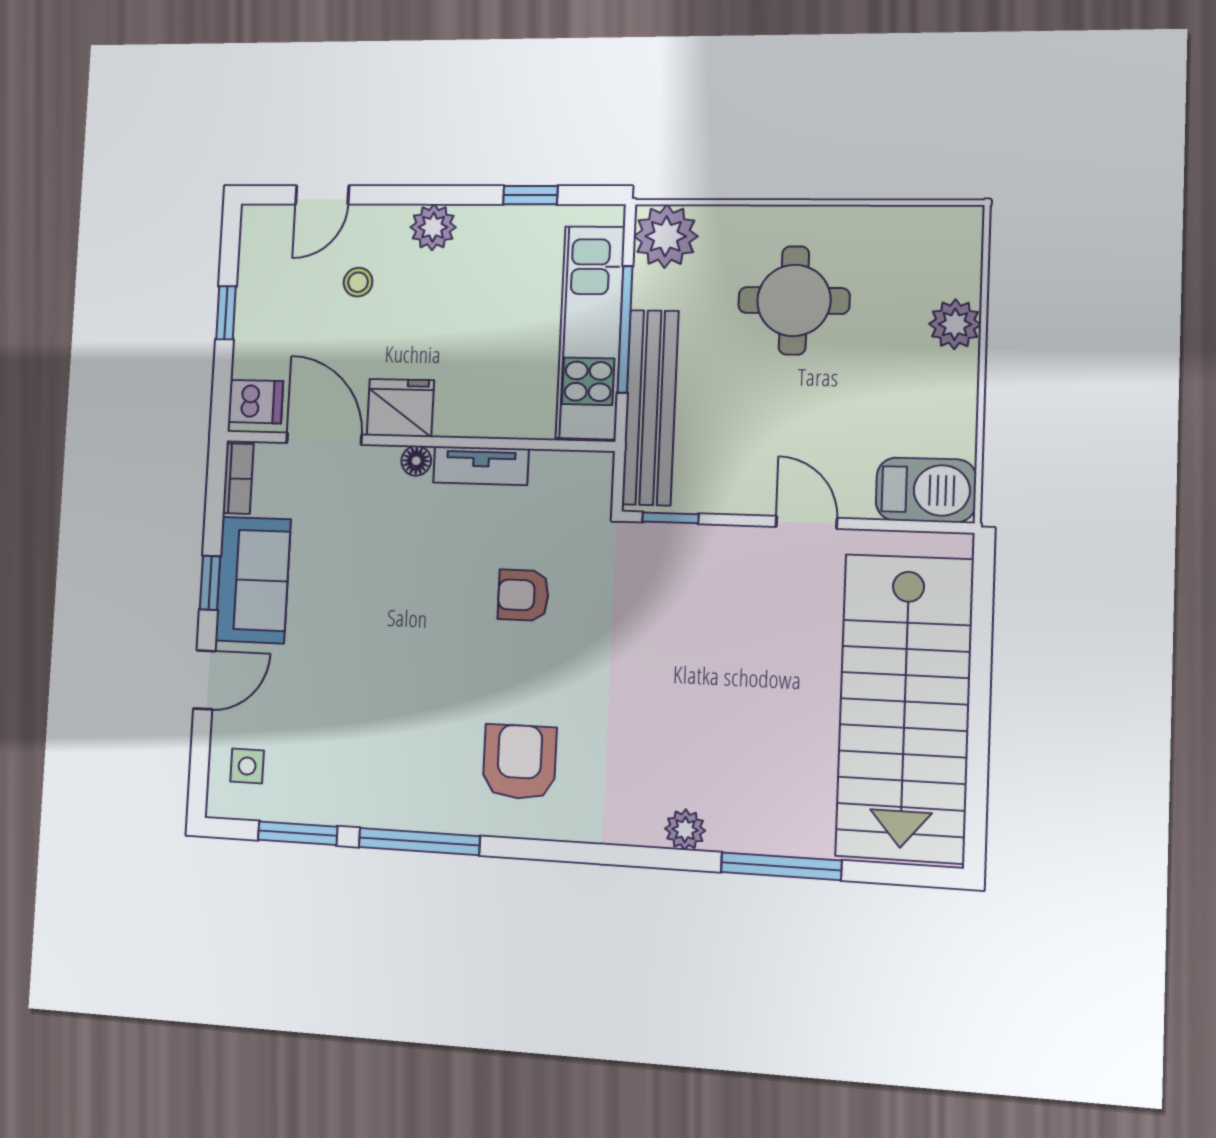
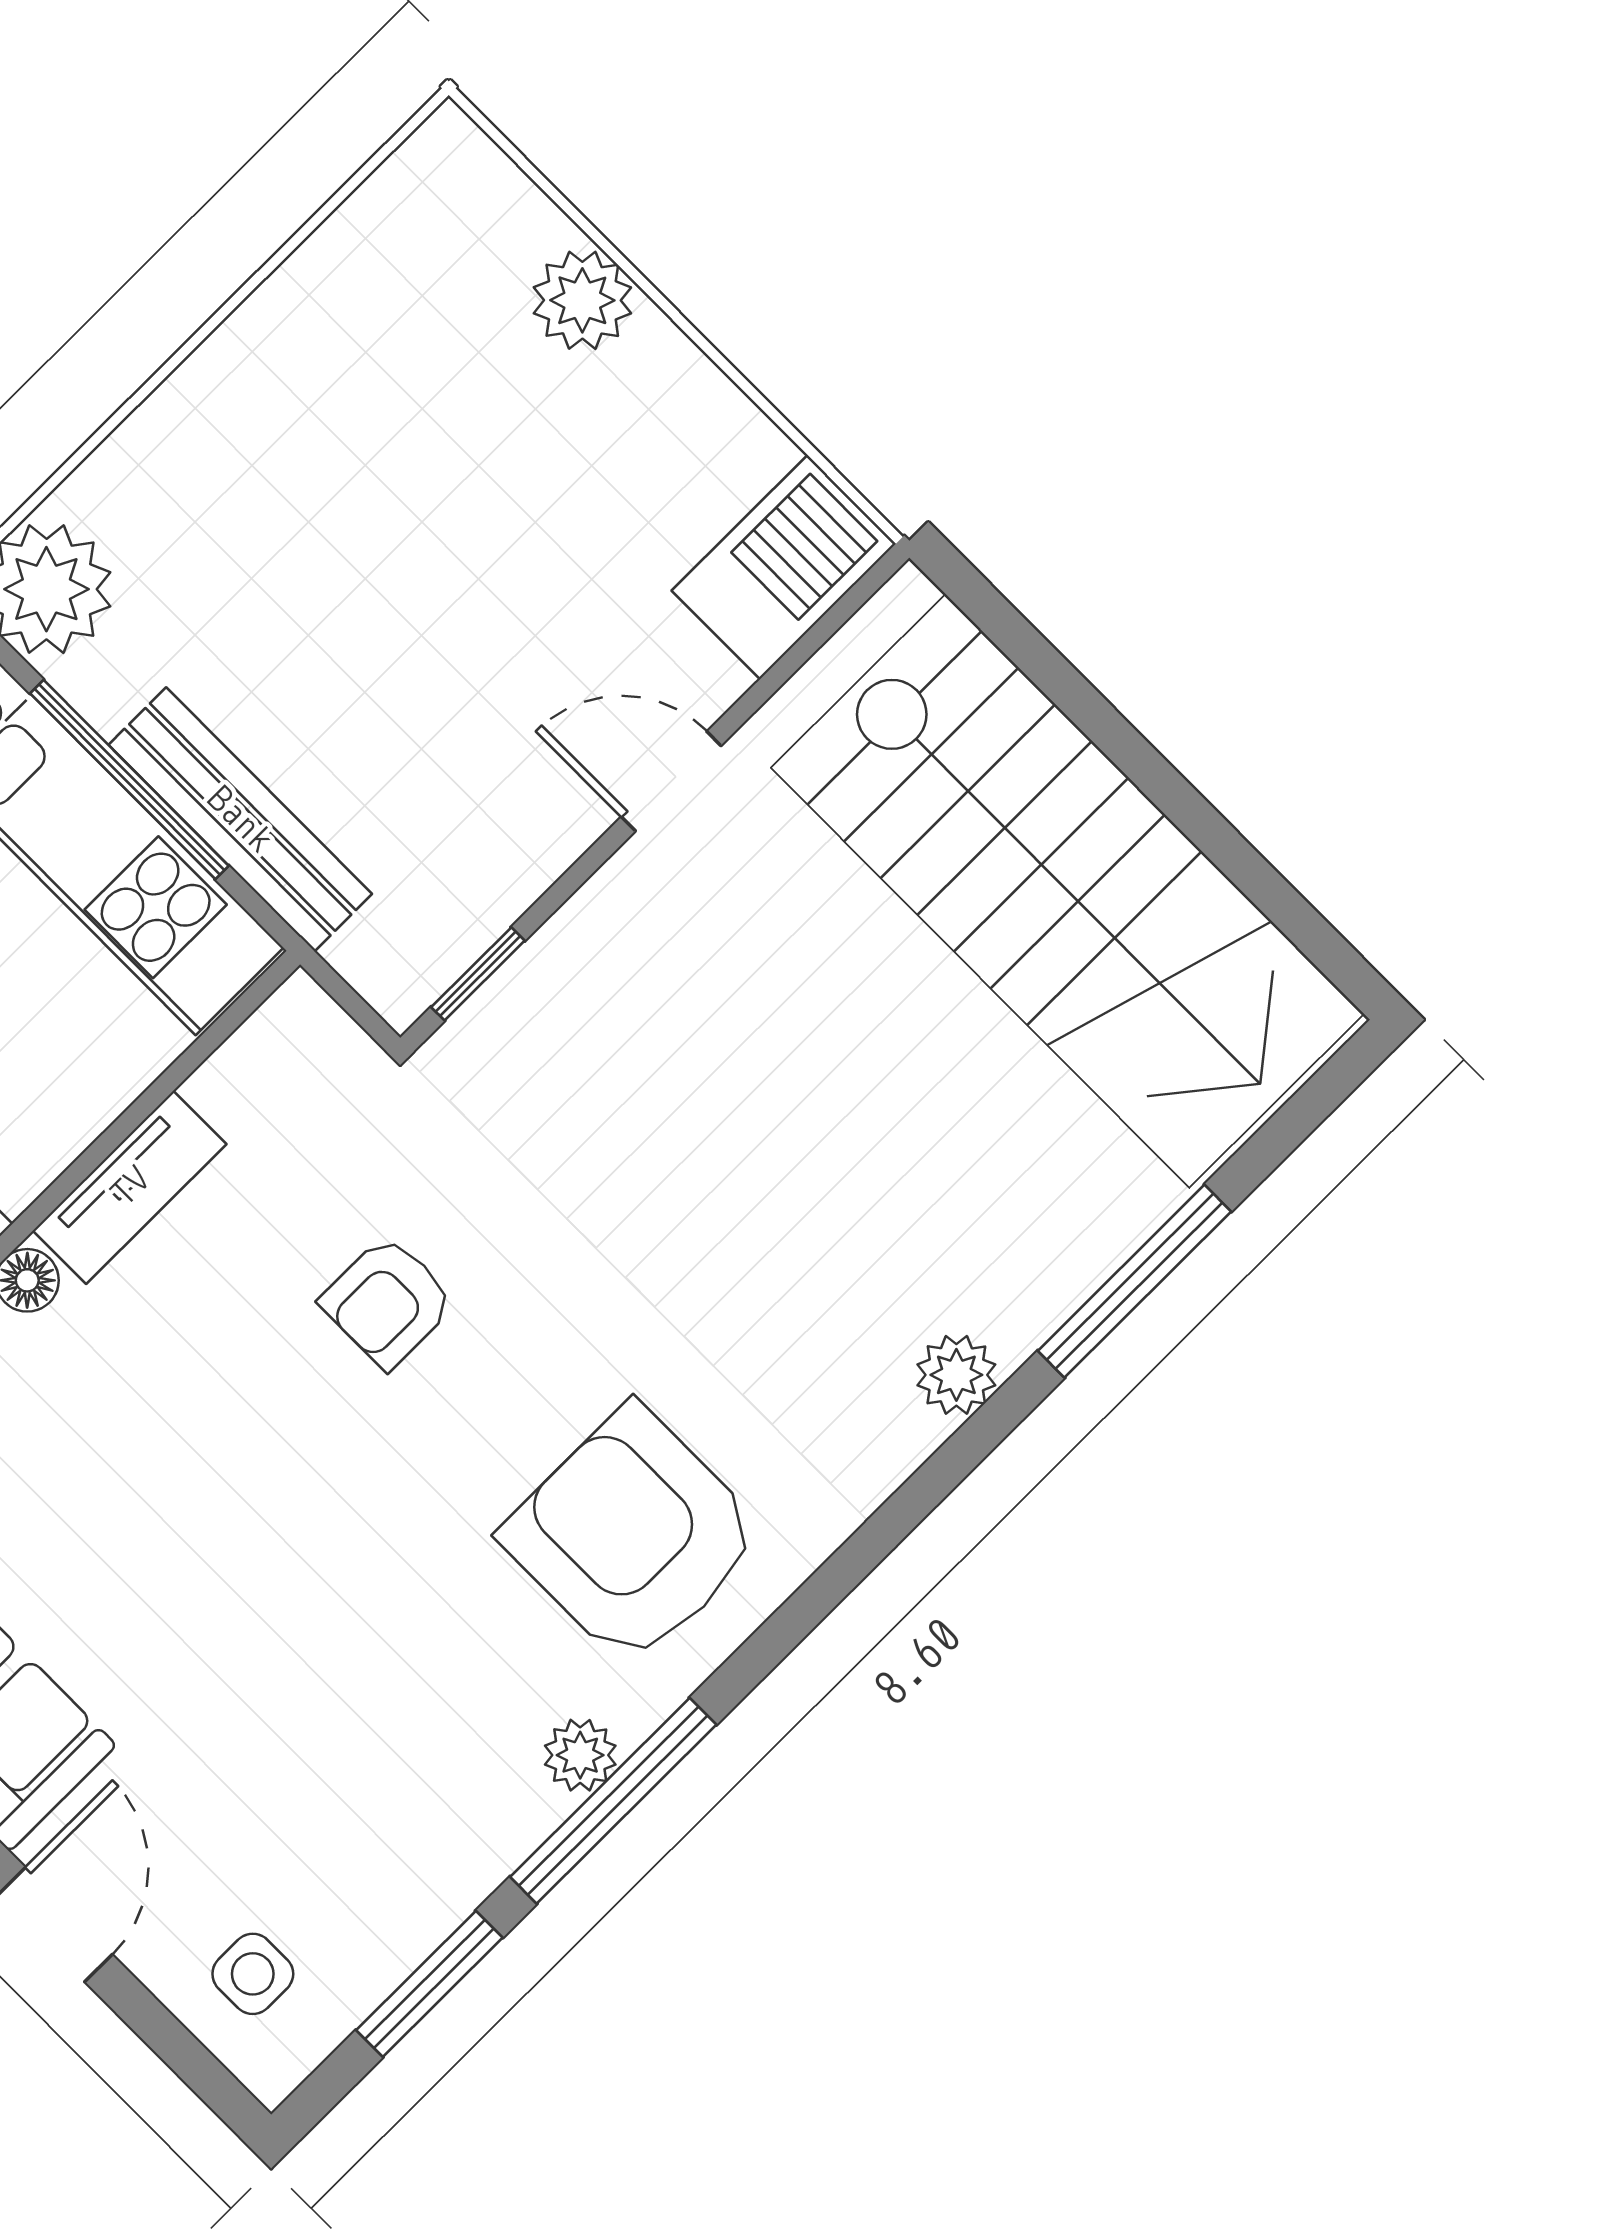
round table: (794, 300) -> (326, 494), removed
bench: (650, 407) -> (240, 819), width x0.73, depth x0.82
armchair: (520, 762) -> (633, 1536), width x1.36, depth x1.36
plant: (425, 815) -> (580, 1755), added

